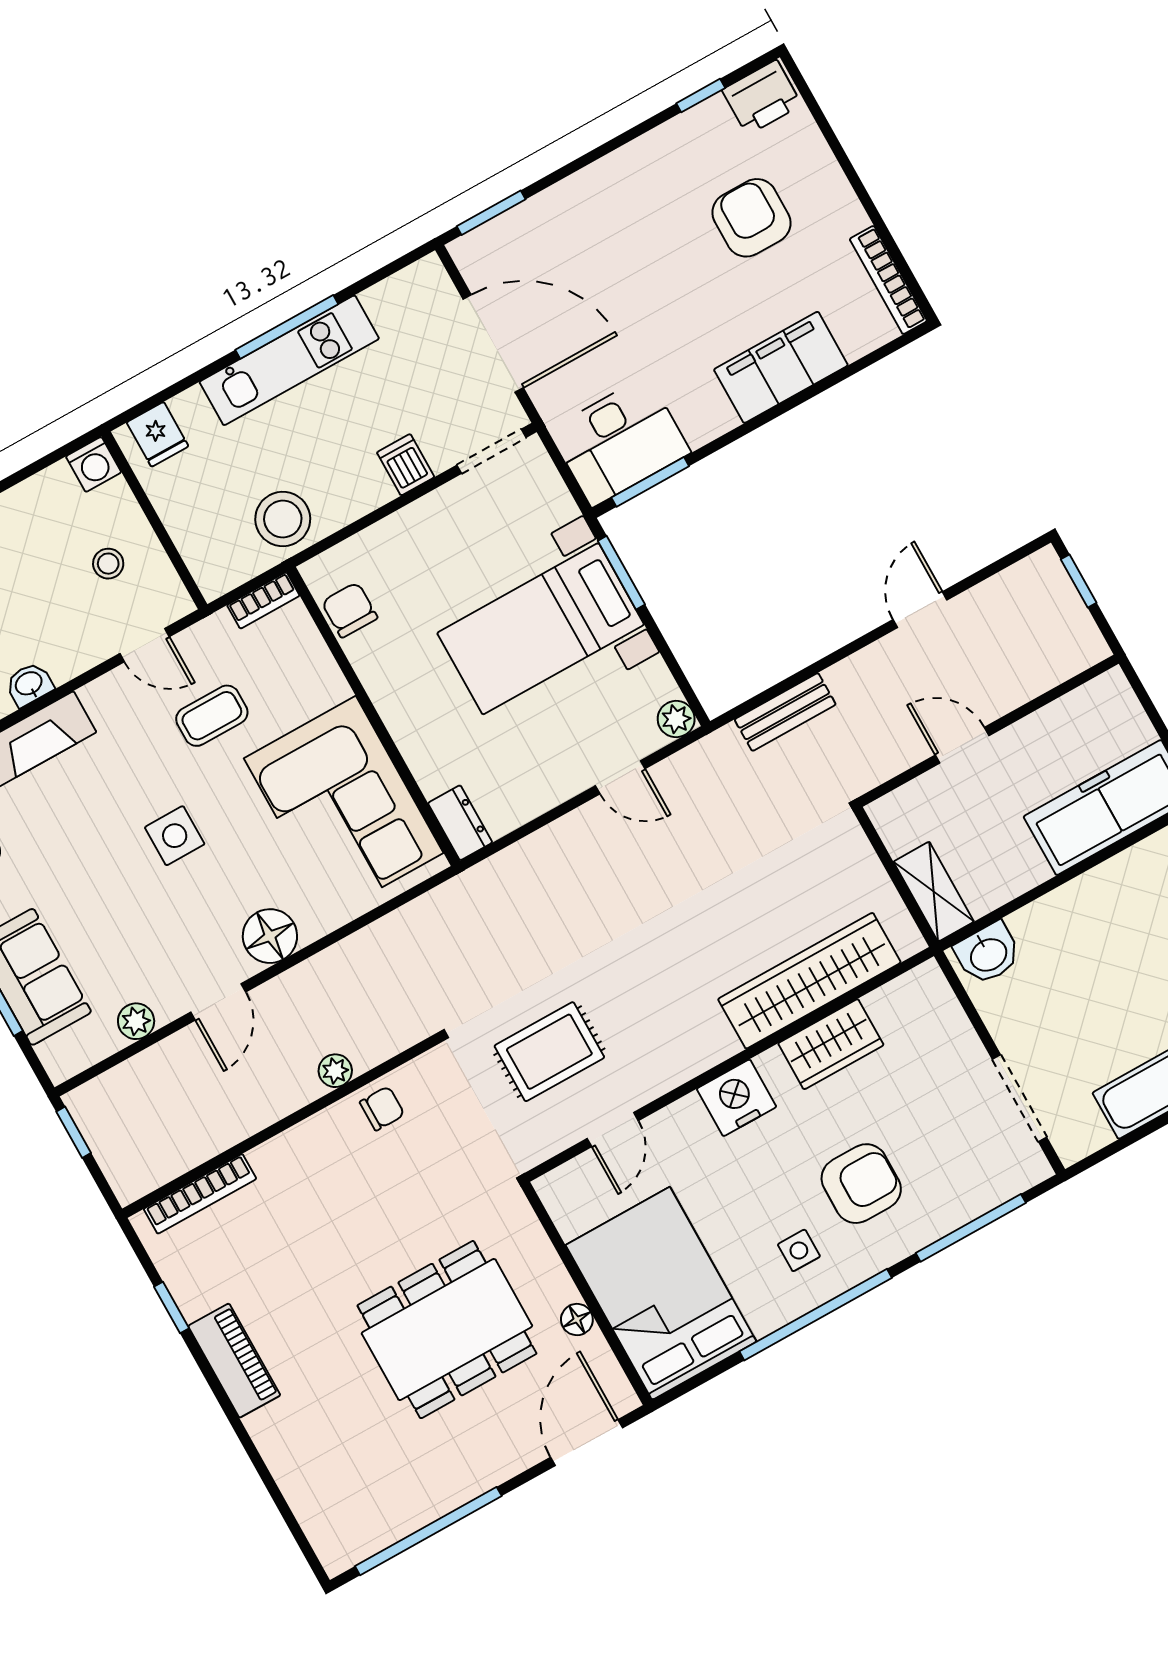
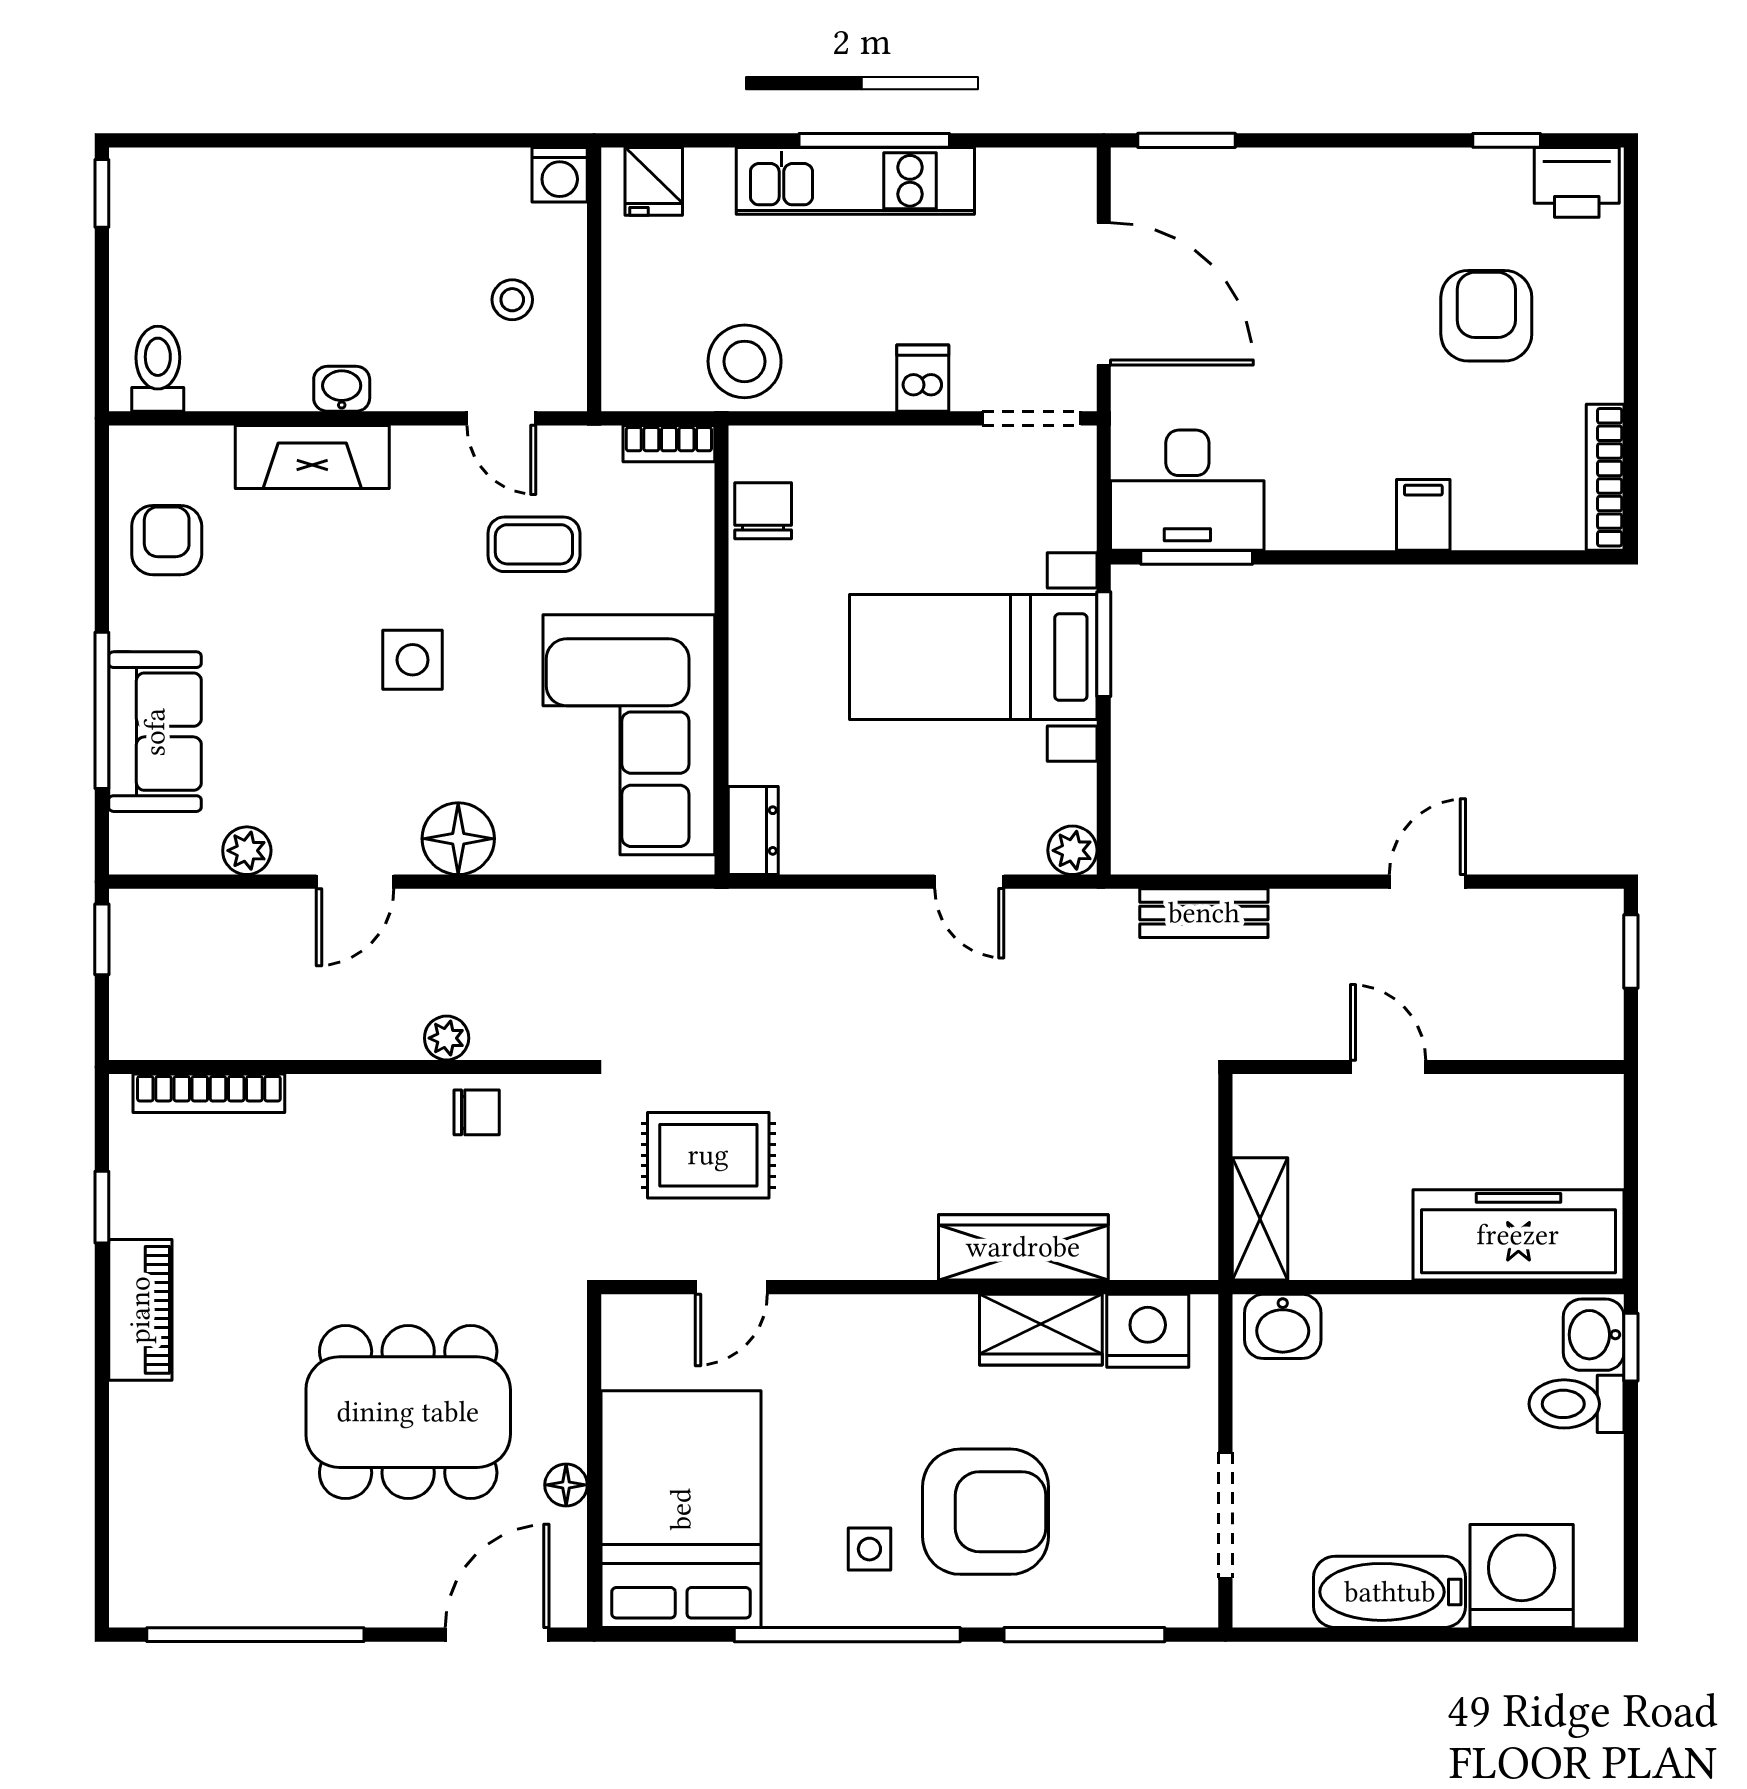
filing cabinet: (781, 367) -> (1423, 515), width x0.33, depth x0.86
wardrobe: (809, 981) -> (1023, 1247), width x0.71, depth x0.85
nightstand: (737, 1098) -> (1148, 1331), moved
armchair: (861, 1184) -> (985, 1512), width x1.36, depth x1.36

